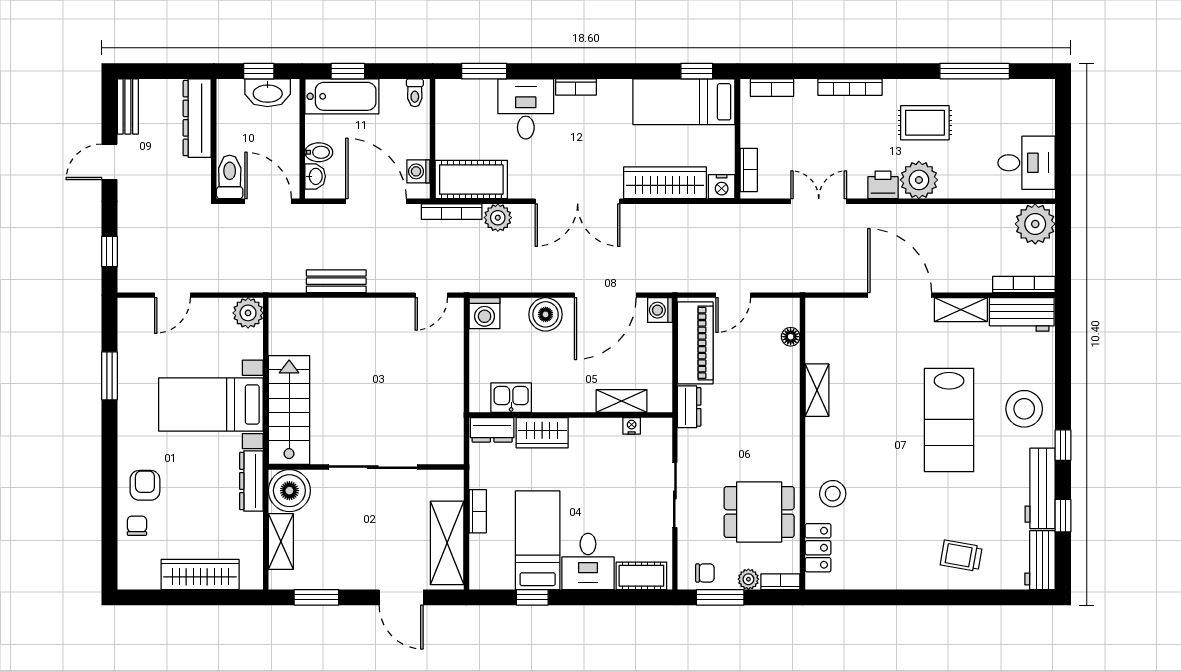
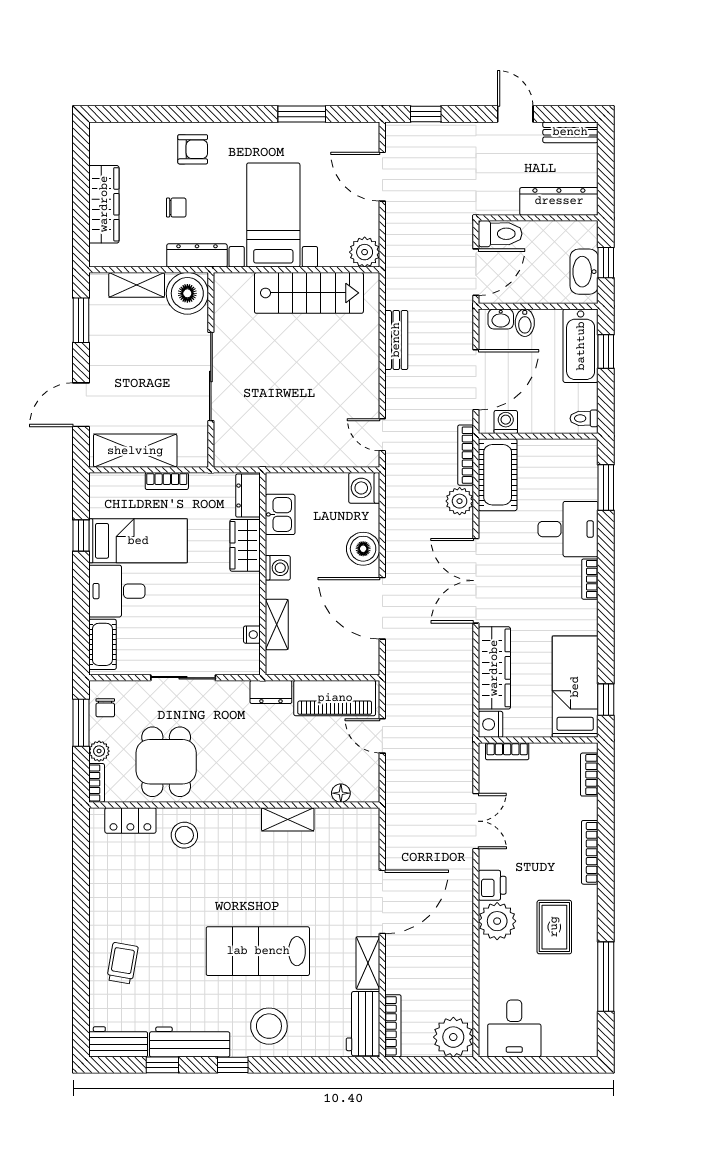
door: (172, 295) -> (382, 177), width x1.38
washing machine: (660, 310) -> (278, 568), moved, turned 90
stairs: (289, 410) -> (309, 293), moved
chair: (137, 526) -> (176, 208), moved

